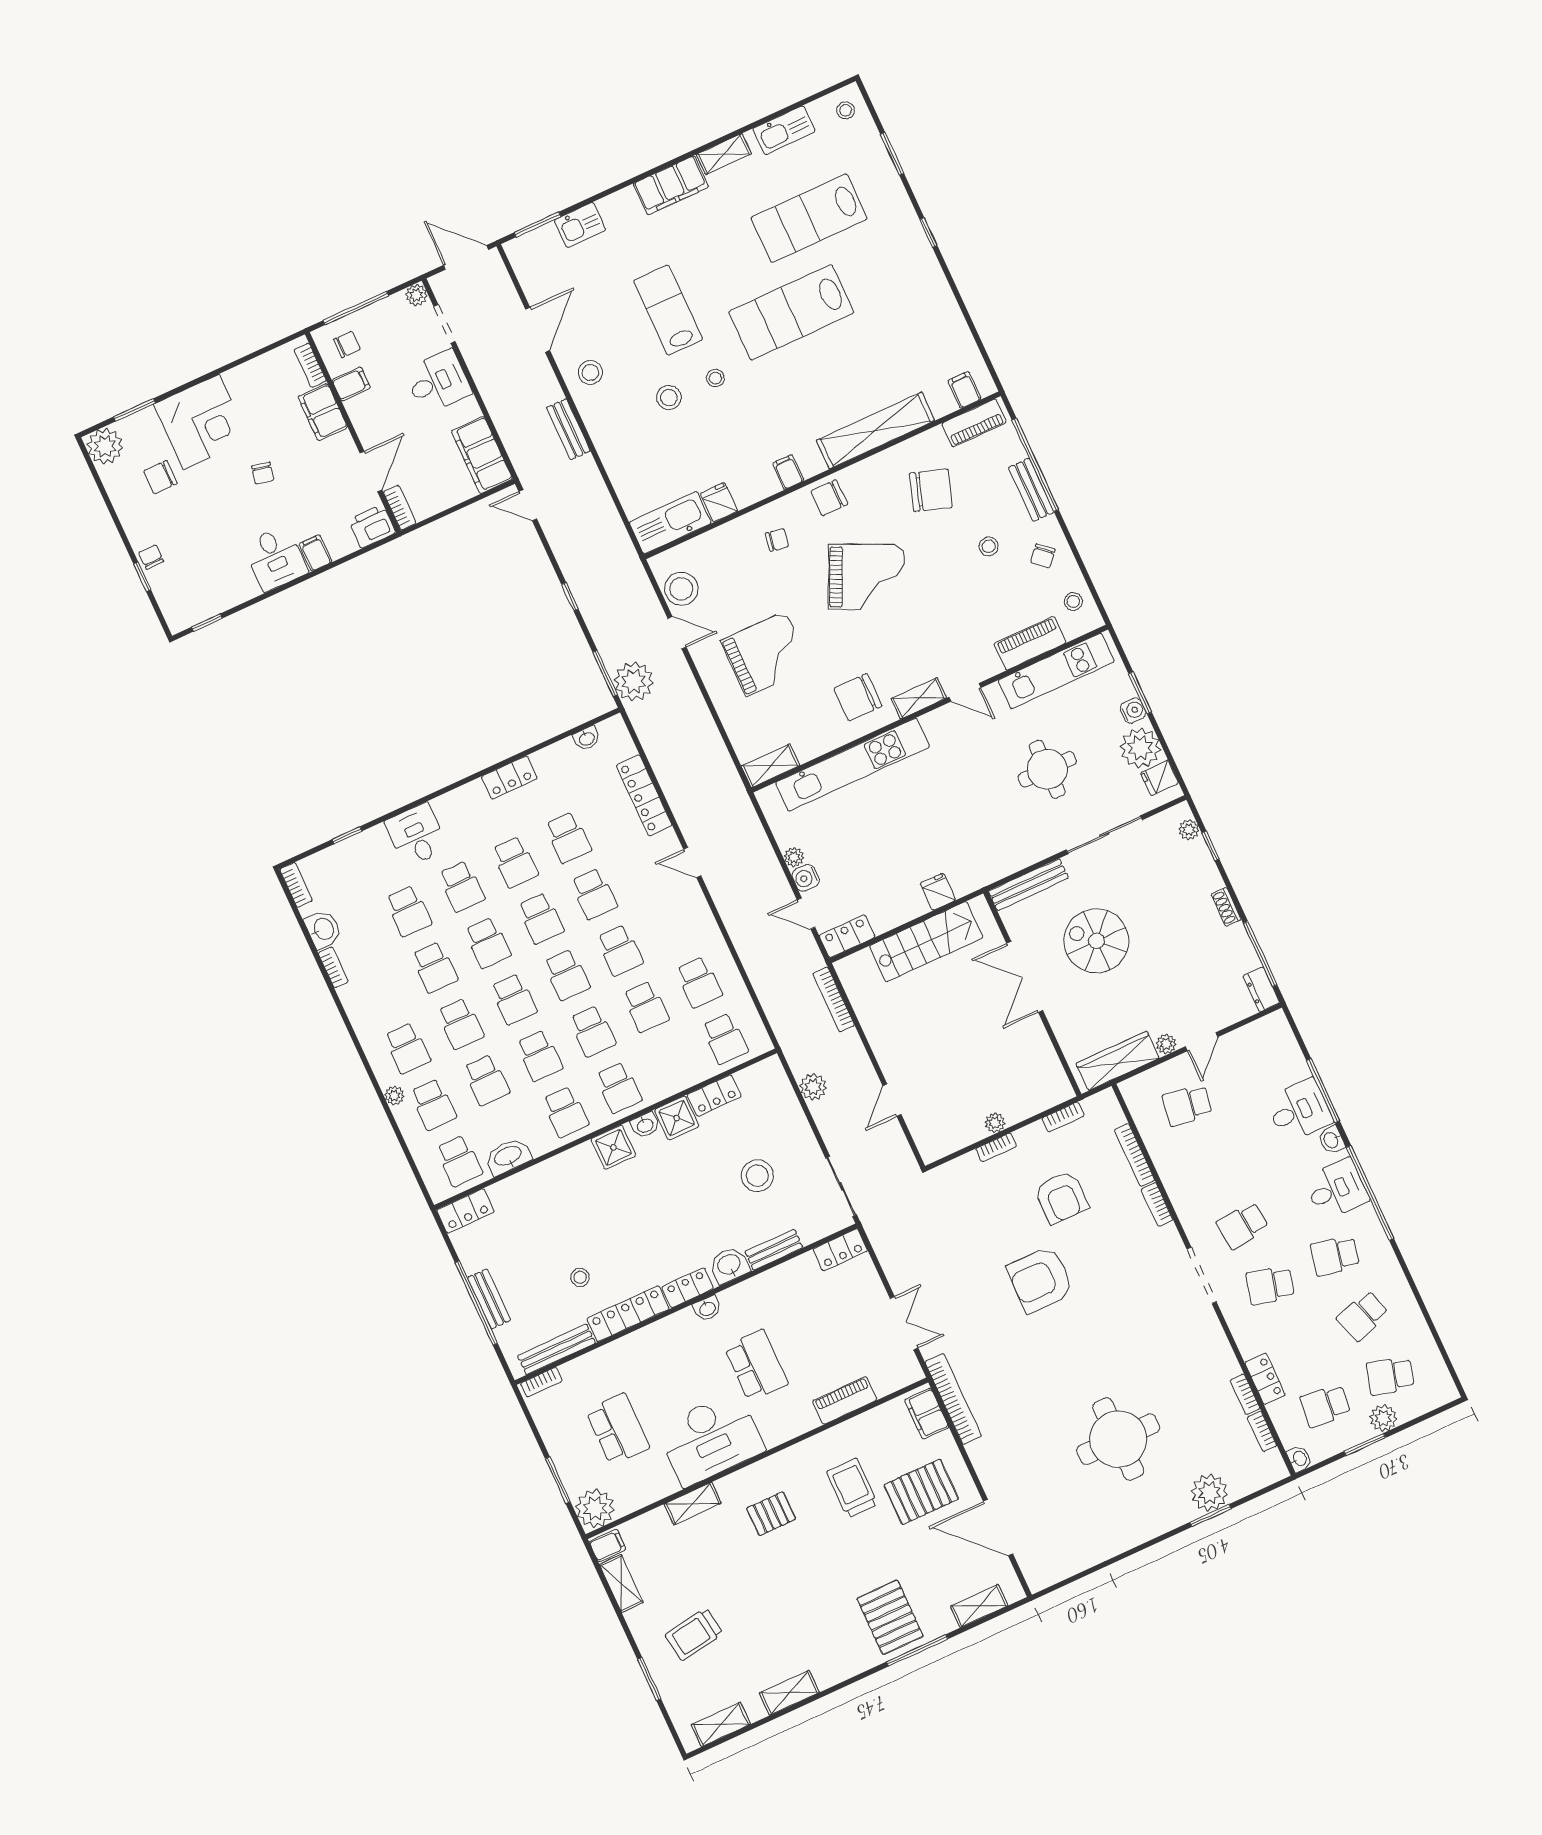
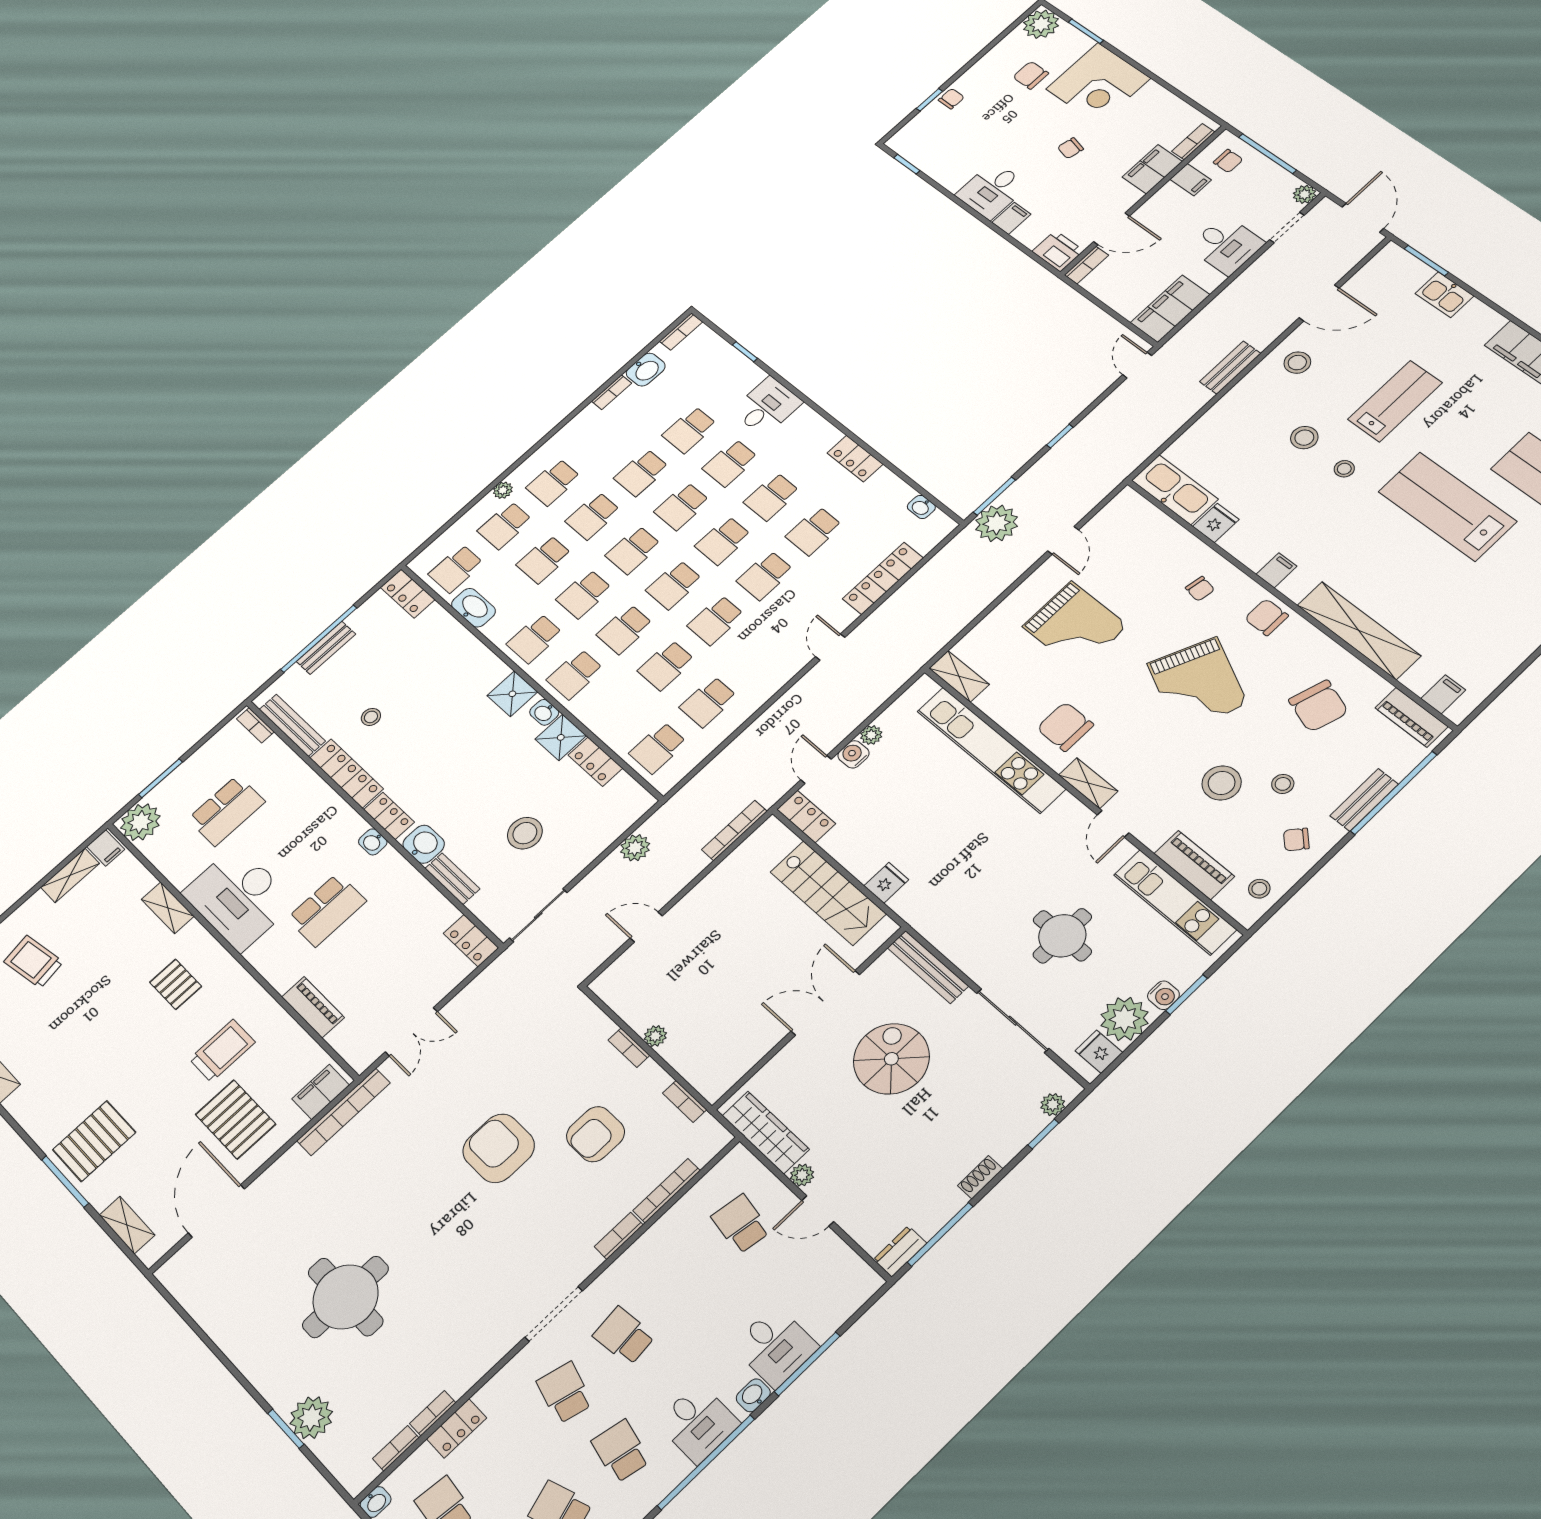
stool: (681, 589) -> (1222, 783), moved

